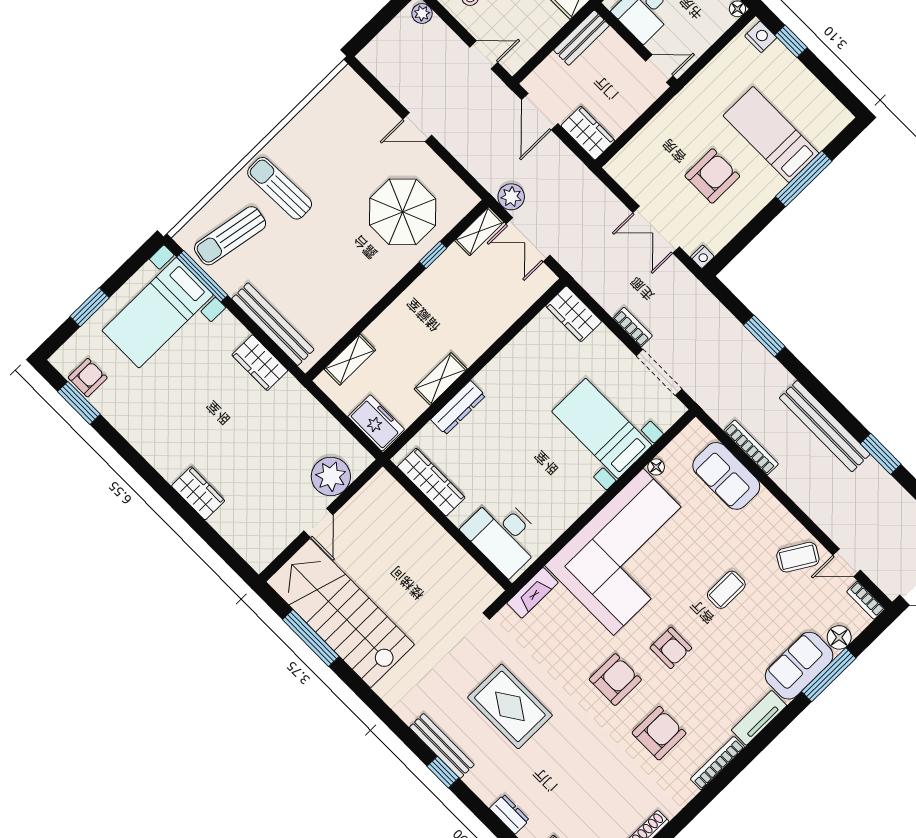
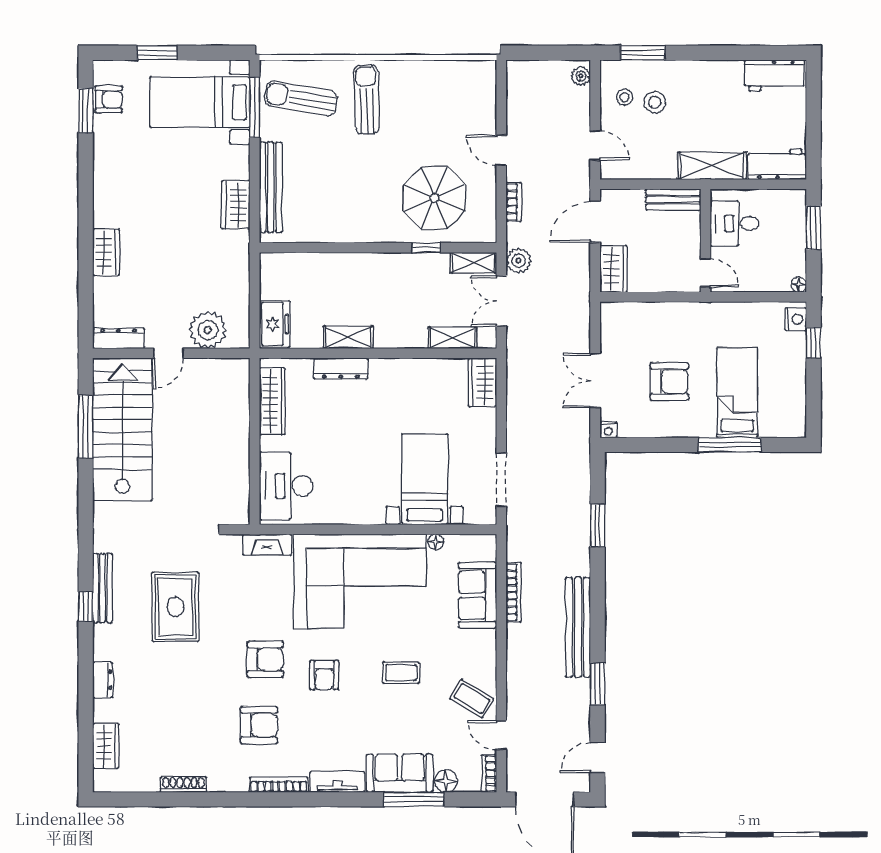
bookcase: (633, 327) -> (514, 202), moved
shelving: (350, 360) -> (452, 338), moved
dresser: (271, 548) -> (119, 338), added

